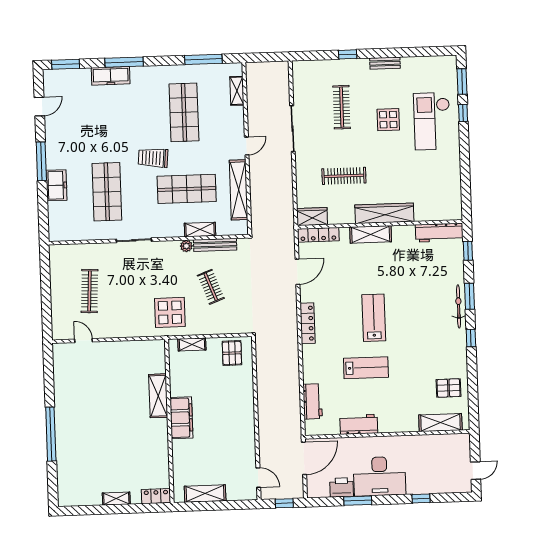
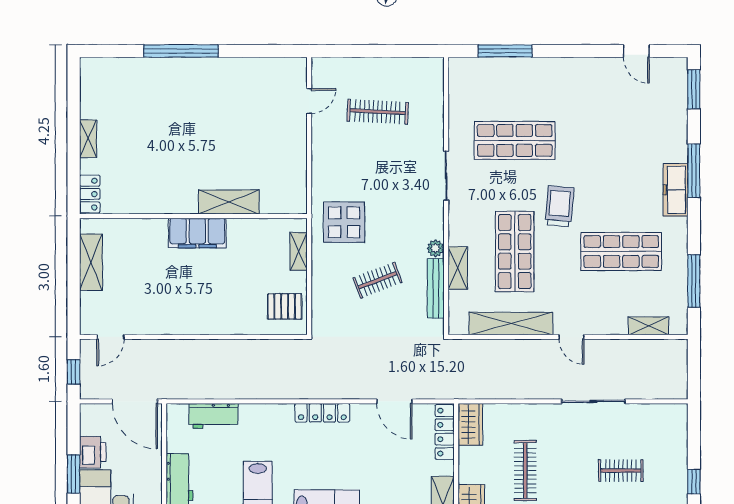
freezer: (111, 76) -> (675, 190), moved
clothes rail: (342, 107) -> (621, 471), width x0.73
window: (41, 161) -> (505, 51), moved
freezer: (56, 185) -> (526, 71), removed

